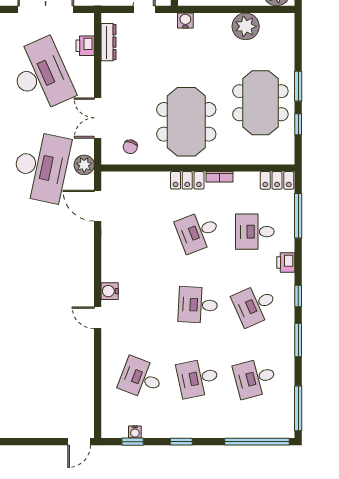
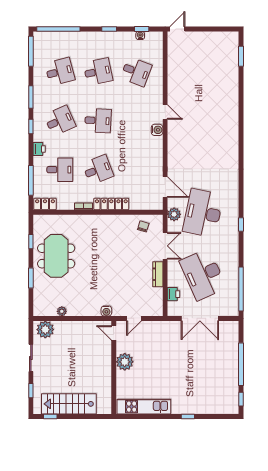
plant: (246, 26) -> (62, 311), width x0.53, depth x0.53
dresser: (108, 42) -> (158, 274), moved
window: (298, 86) -> (31, 278), moved
meeting table: (186, 122) -> (106, 243), removed
locker: (187, 180) -> (111, 204), width x1.53

